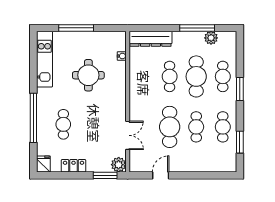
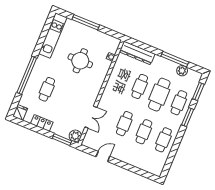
cafe table: (170, 127) -> (124, 124), width x0.73, depth x0.74
window: (240, 142) -> (198, 91), moved

